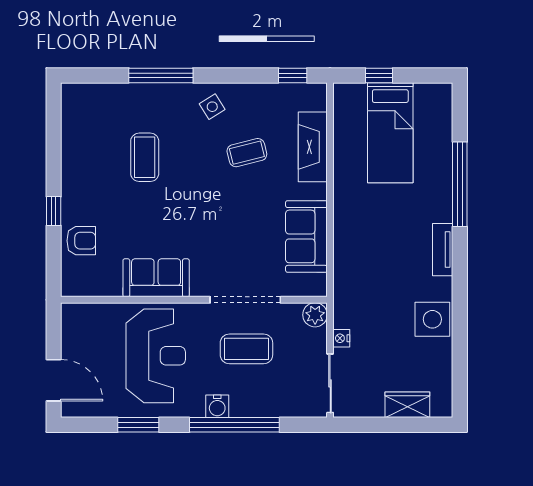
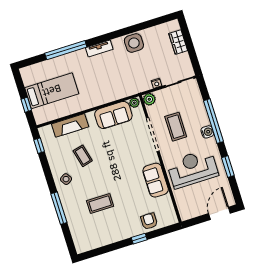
plant: (317, 284) -> (134, 103), added

